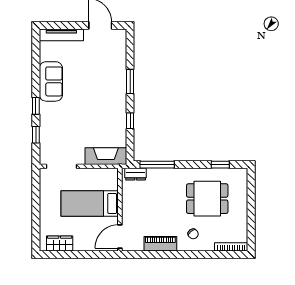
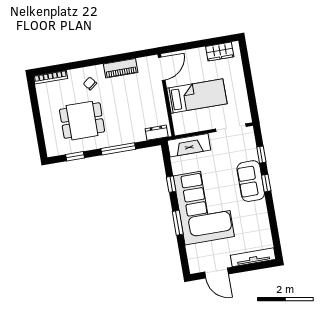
sofa: (51, 81) -> (251, 181), moved
corner sofa: (101, 93) -> (204, 206), added
window: (157, 165) -> (118, 149), moved

